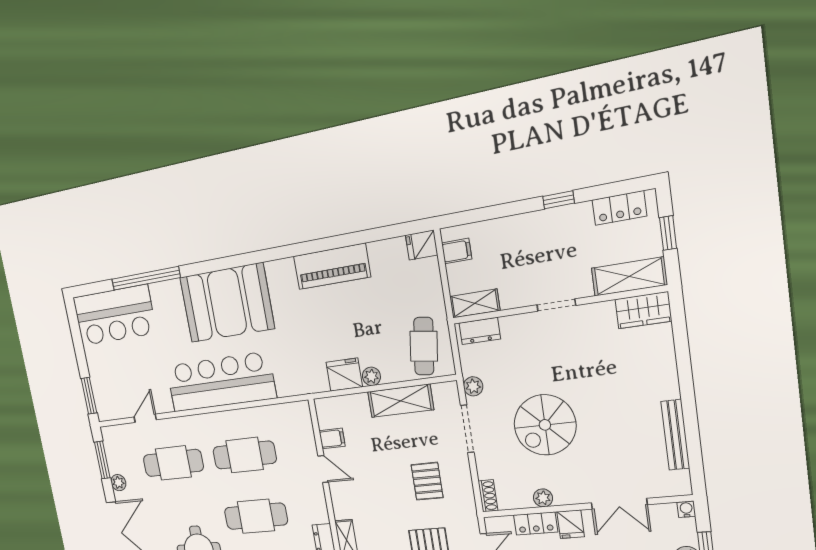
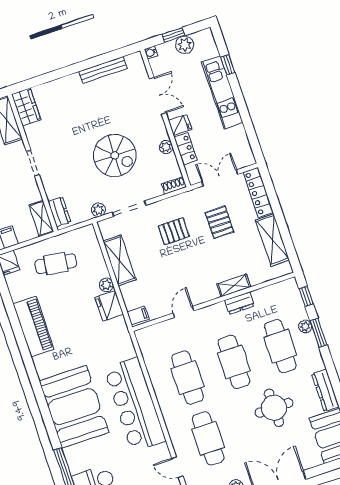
cafe table: (424, 346) -> (56, 264), moved
filing cabinet: (332, 438) -> (138, 316), moved, turned 90

